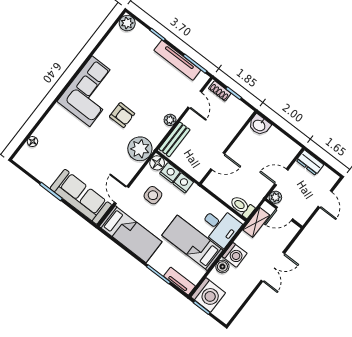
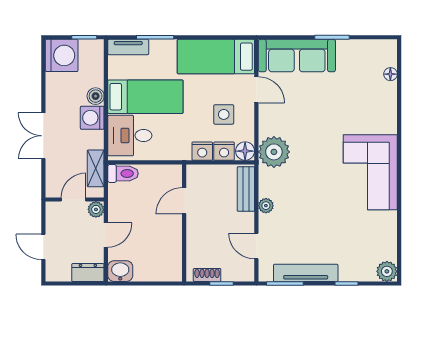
shoe rack: (220, 91) -> (207, 275), moved
armchair: (122, 115) -> (319, 173), removed
washbasin: (259, 125) -> (120, 271), moved
washing machine: (208, 295) -> (62, 55), moved, turned 180

